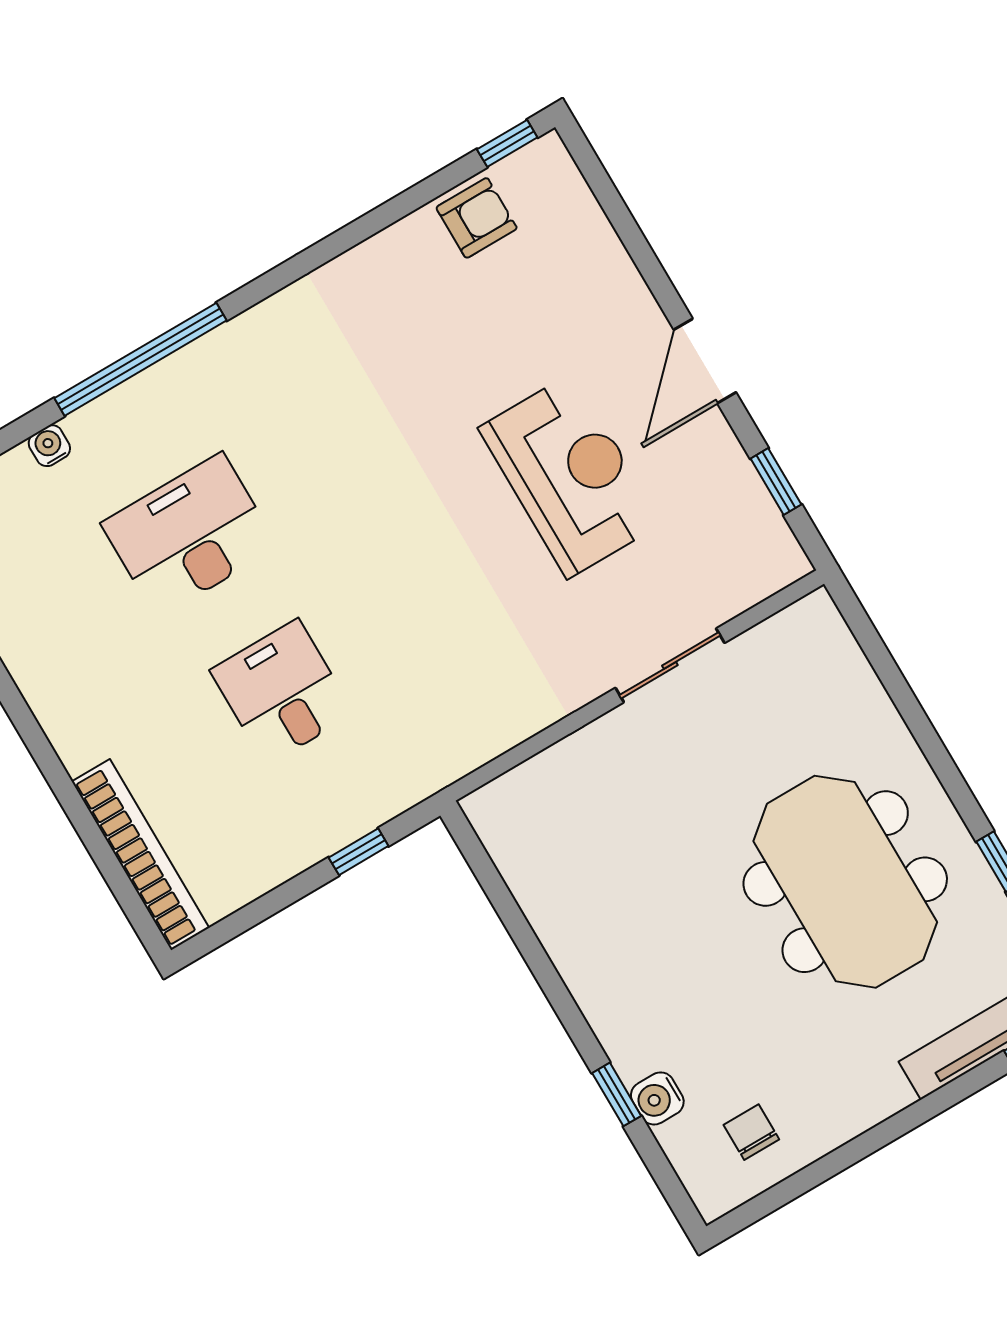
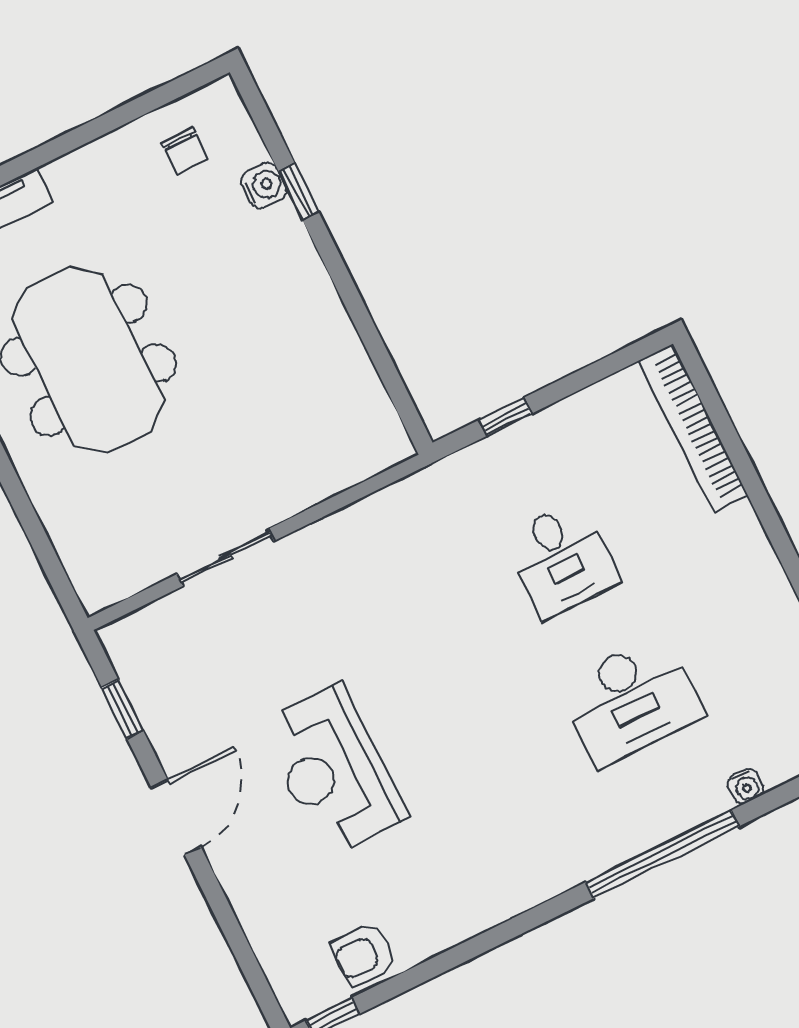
reception desk: (570, 476) -> (333, 770), moved

